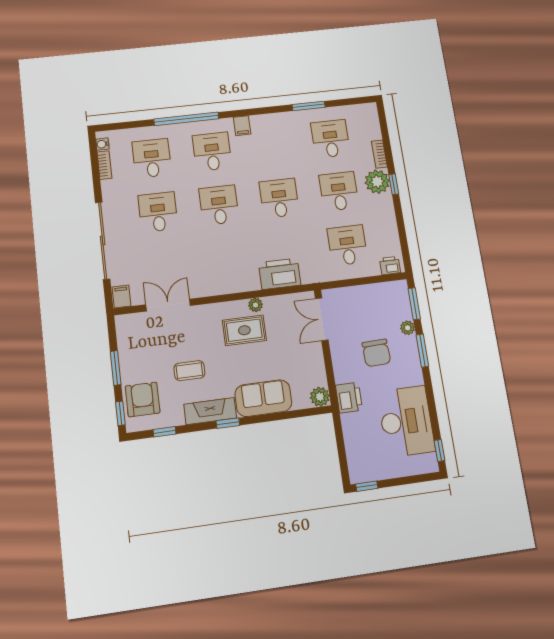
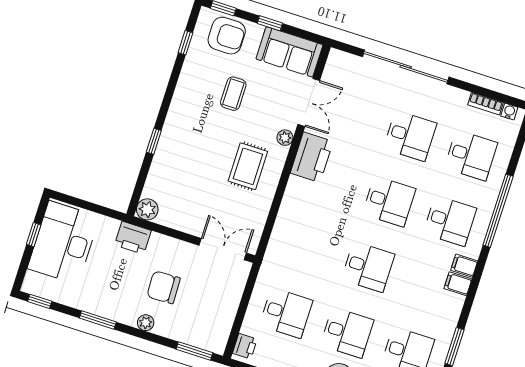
printer: (280, 274) -> (312, 157), moved
filing cabinet: (121, 297) -> (458, 284), moved, turned 180
plant: (256, 305) -> (285, 138), moved
plant: (408, 328) -> (146, 323), moved
window: (422, 351) -> (98, 320), moved
window: (116, 368) -> (270, 23), width x0.67
sofa: (263, 398) -> (289, 52), moved, turned 90
fireplace: (210, 411) -> (184, 96), removed
desk: (406, 421) -> (64, 243), moved, turned 90
window: (228, 423) -> (154, 141), moved
window: (367, 486) -> (34, 235), moved

